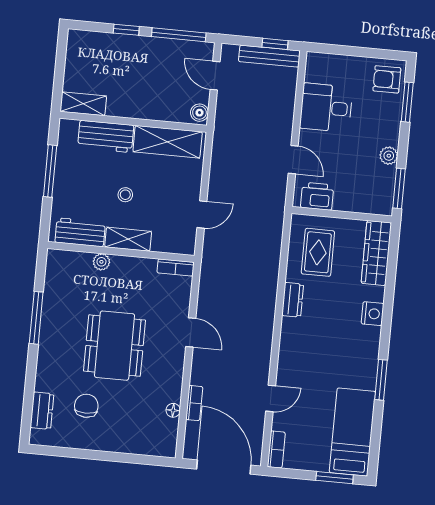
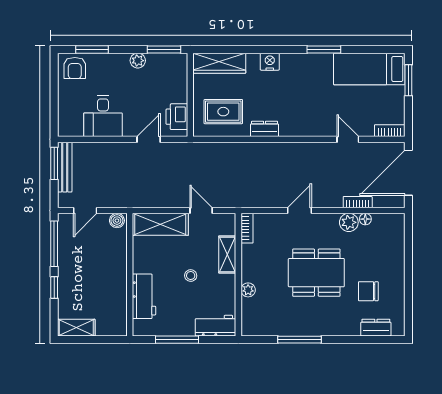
window: (275, 44) -> (54, 163), width x1.50
shelving: (83, 104) -> (76, 328), moved, turned 90
shelving: (168, 142) -> (160, 224), moved, turned 90
workbench: (80, 232) -> (216, 326), moved, turned 90
shelving: (128, 239) -> (227, 254), moved
plant: (171, 390) -> (349, 222), added

